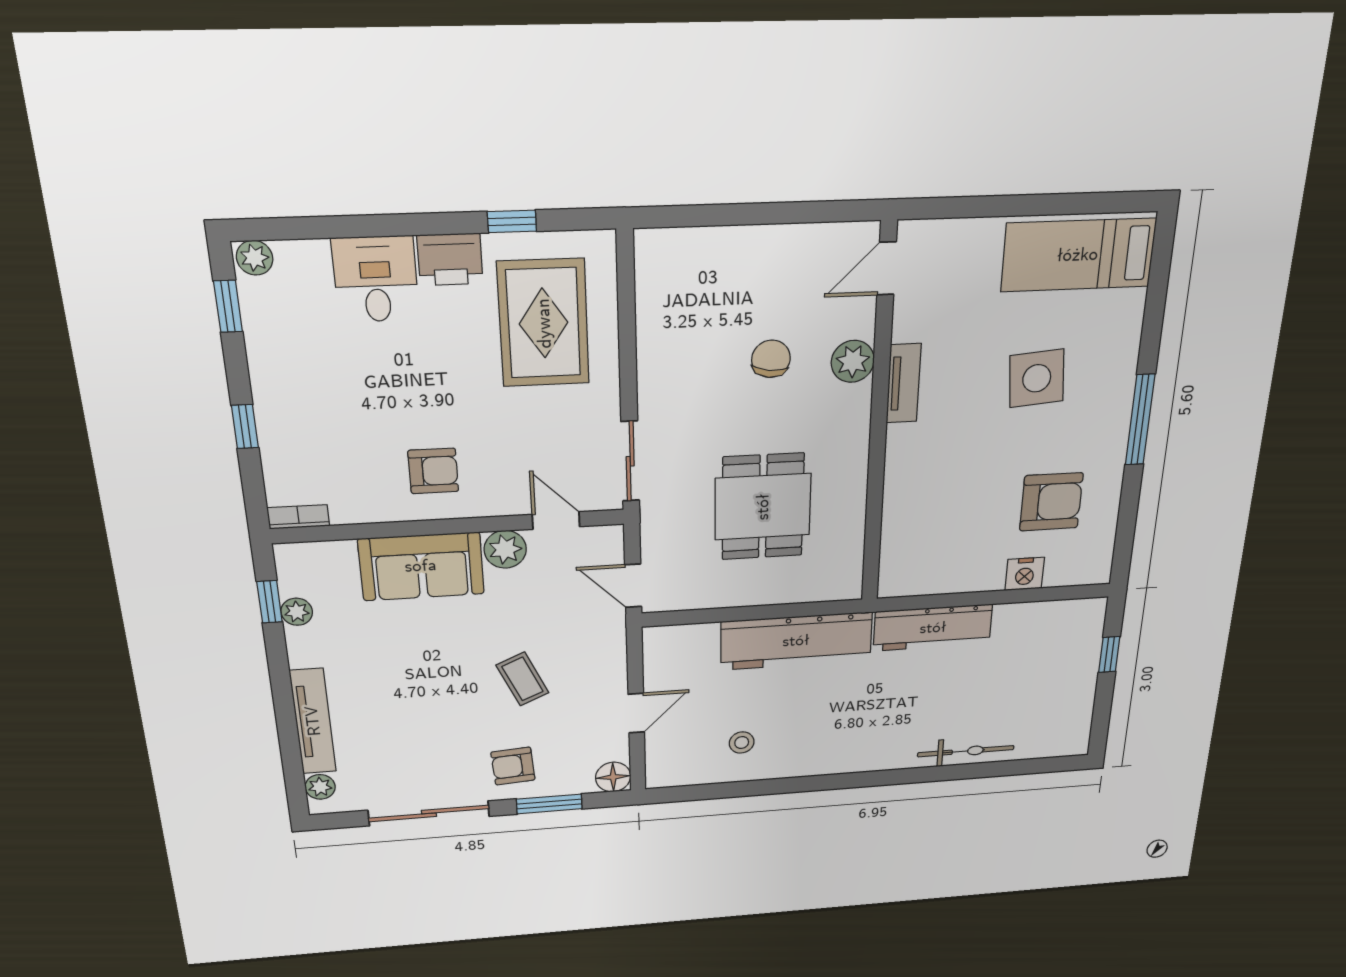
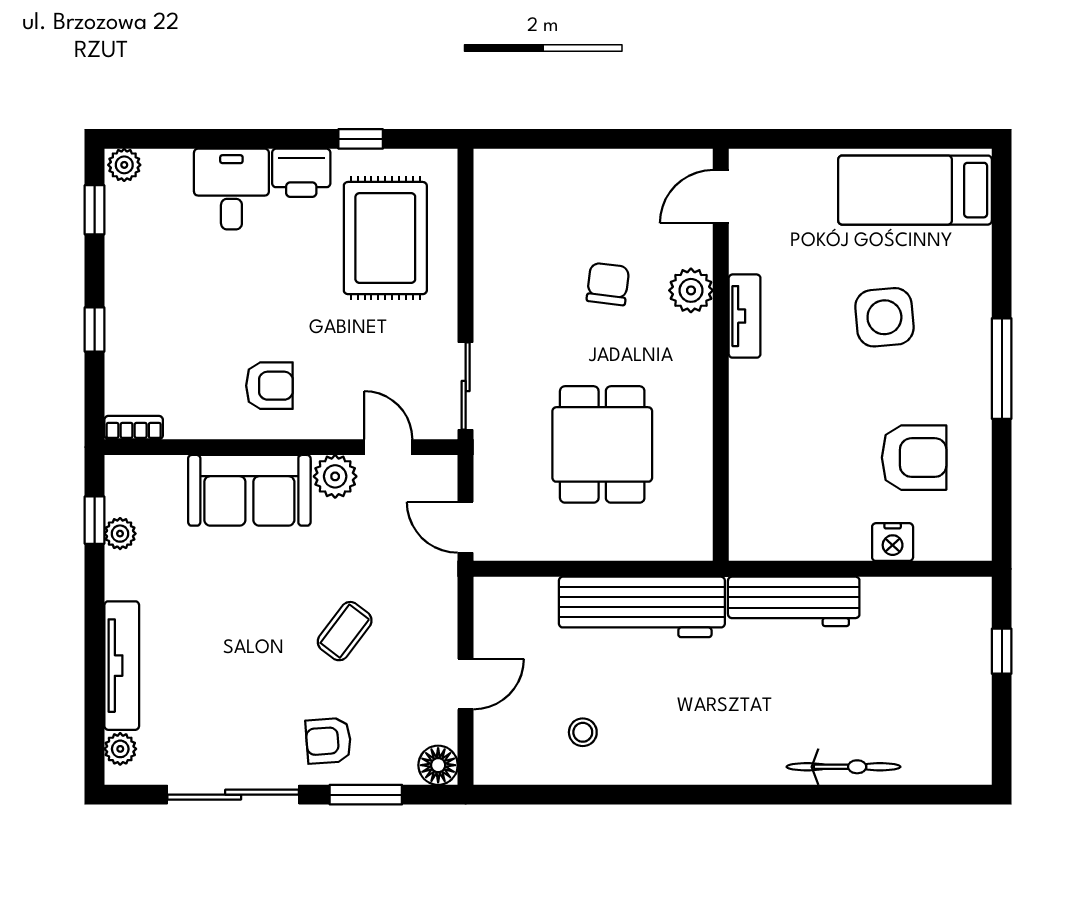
coffee table: (522, 679) -> (345, 631), turned 61

